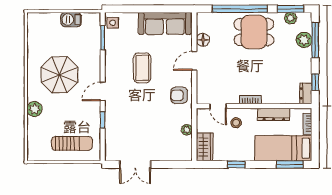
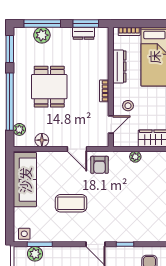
plant: (291, 18) -> (19, 129), moved
dining table: (254, 32) -> (49, 87), moved
plant: (93, 33) -> (35, 254), added
door: (194, 61) -> (77, 149), moved
window: (315, 82) -> (86, 23), width x1.50
dresser: (306, 93) -> (83, 33), moved

